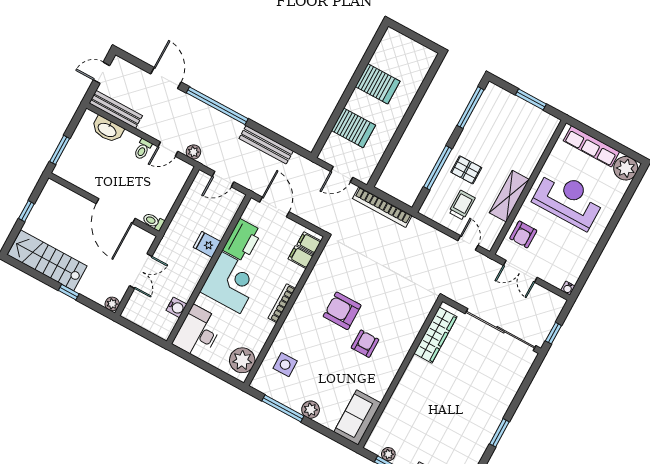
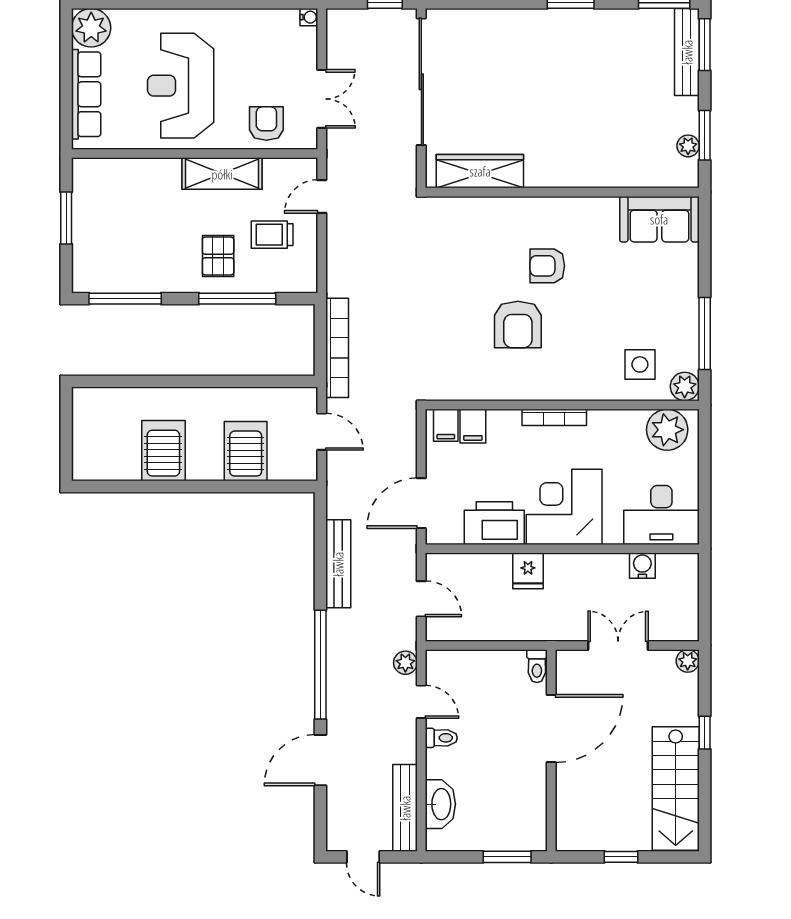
armchair: (523, 234) -> (266, 124), turned -90
plant: (311, 410) -> (685, 386), moved

